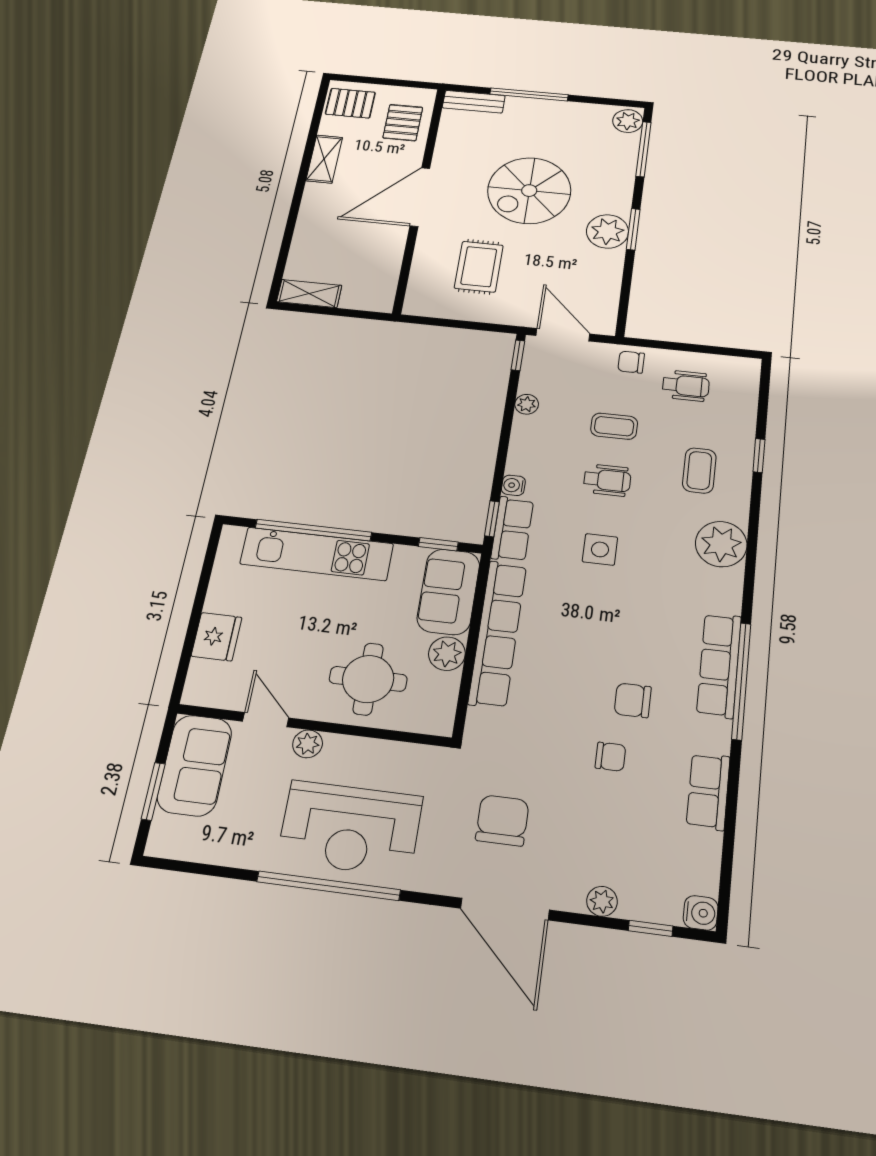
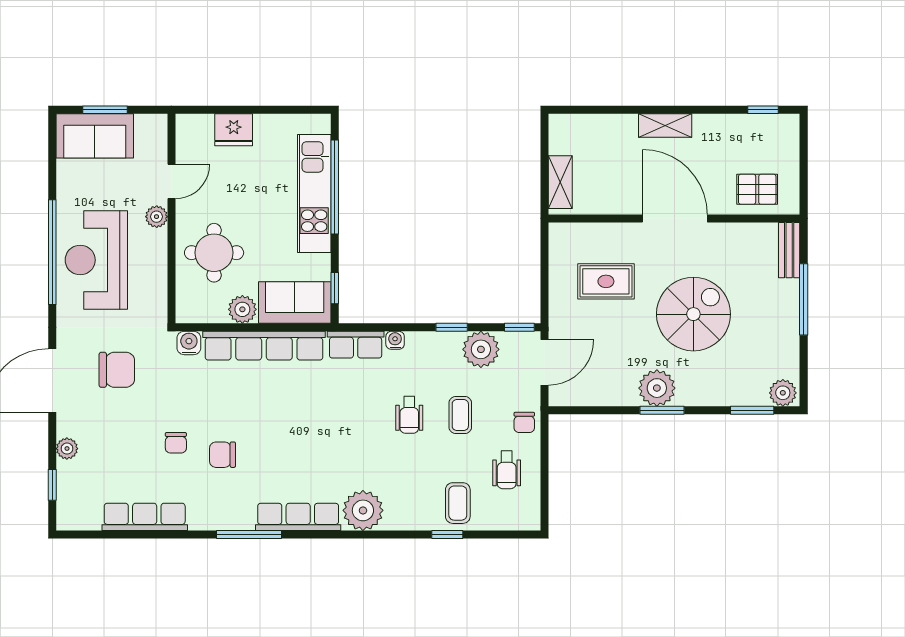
pallet: (350, 103) -> (774, 137), removed
window: (319, 110) -> (763, 110), added
window: (643, 149) -> (752, 410), width x0.69
shelving: (324, 159) -> (665, 125), moved
spiral stairs: (529, 191) -> (693, 314), turned 90
shelving: (309, 294) -> (560, 182), moved
chair: (631, 362) -> (524, 422), turned 180
plant: (527, 404) -> (481, 349), width x1.87, depth x1.87
coffee table: (699, 471) -> (458, 503), moved, turned 90
window: (492, 519) -> (452, 327), moved
side table: (600, 549) -> (346, 416), removed
row of seats: (719, 665) -> (298, 517), moved
window: (741, 681) -> (249, 535), width x0.68
chair: (633, 700) -> (223, 455), turned -90
sofa: (195, 765) -> (95, 136), moved
row of seats: (708, 791) -> (145, 517), width x1.48
water cooler: (701, 913) -> (189, 343), moved, turned 180

